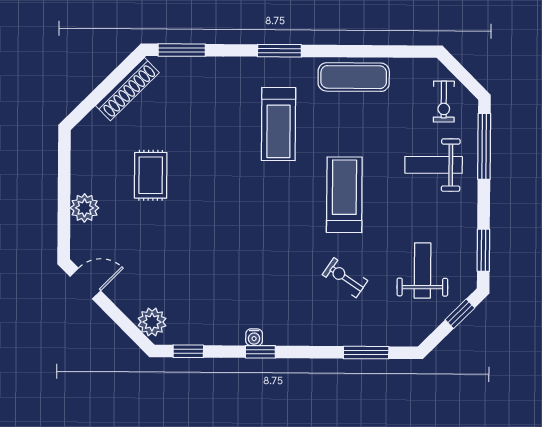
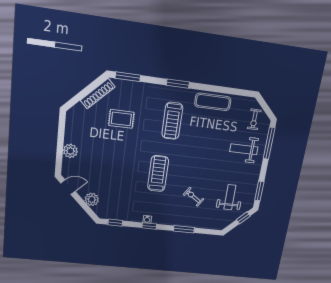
rug: (151, 175) -> (121, 119), moved, turned 90
treadmill: (344, 195) -> (158, 174), moved
plant: (152, 322) -> (92, 199), moved
window: (366, 353) -> (184, 229), moved

